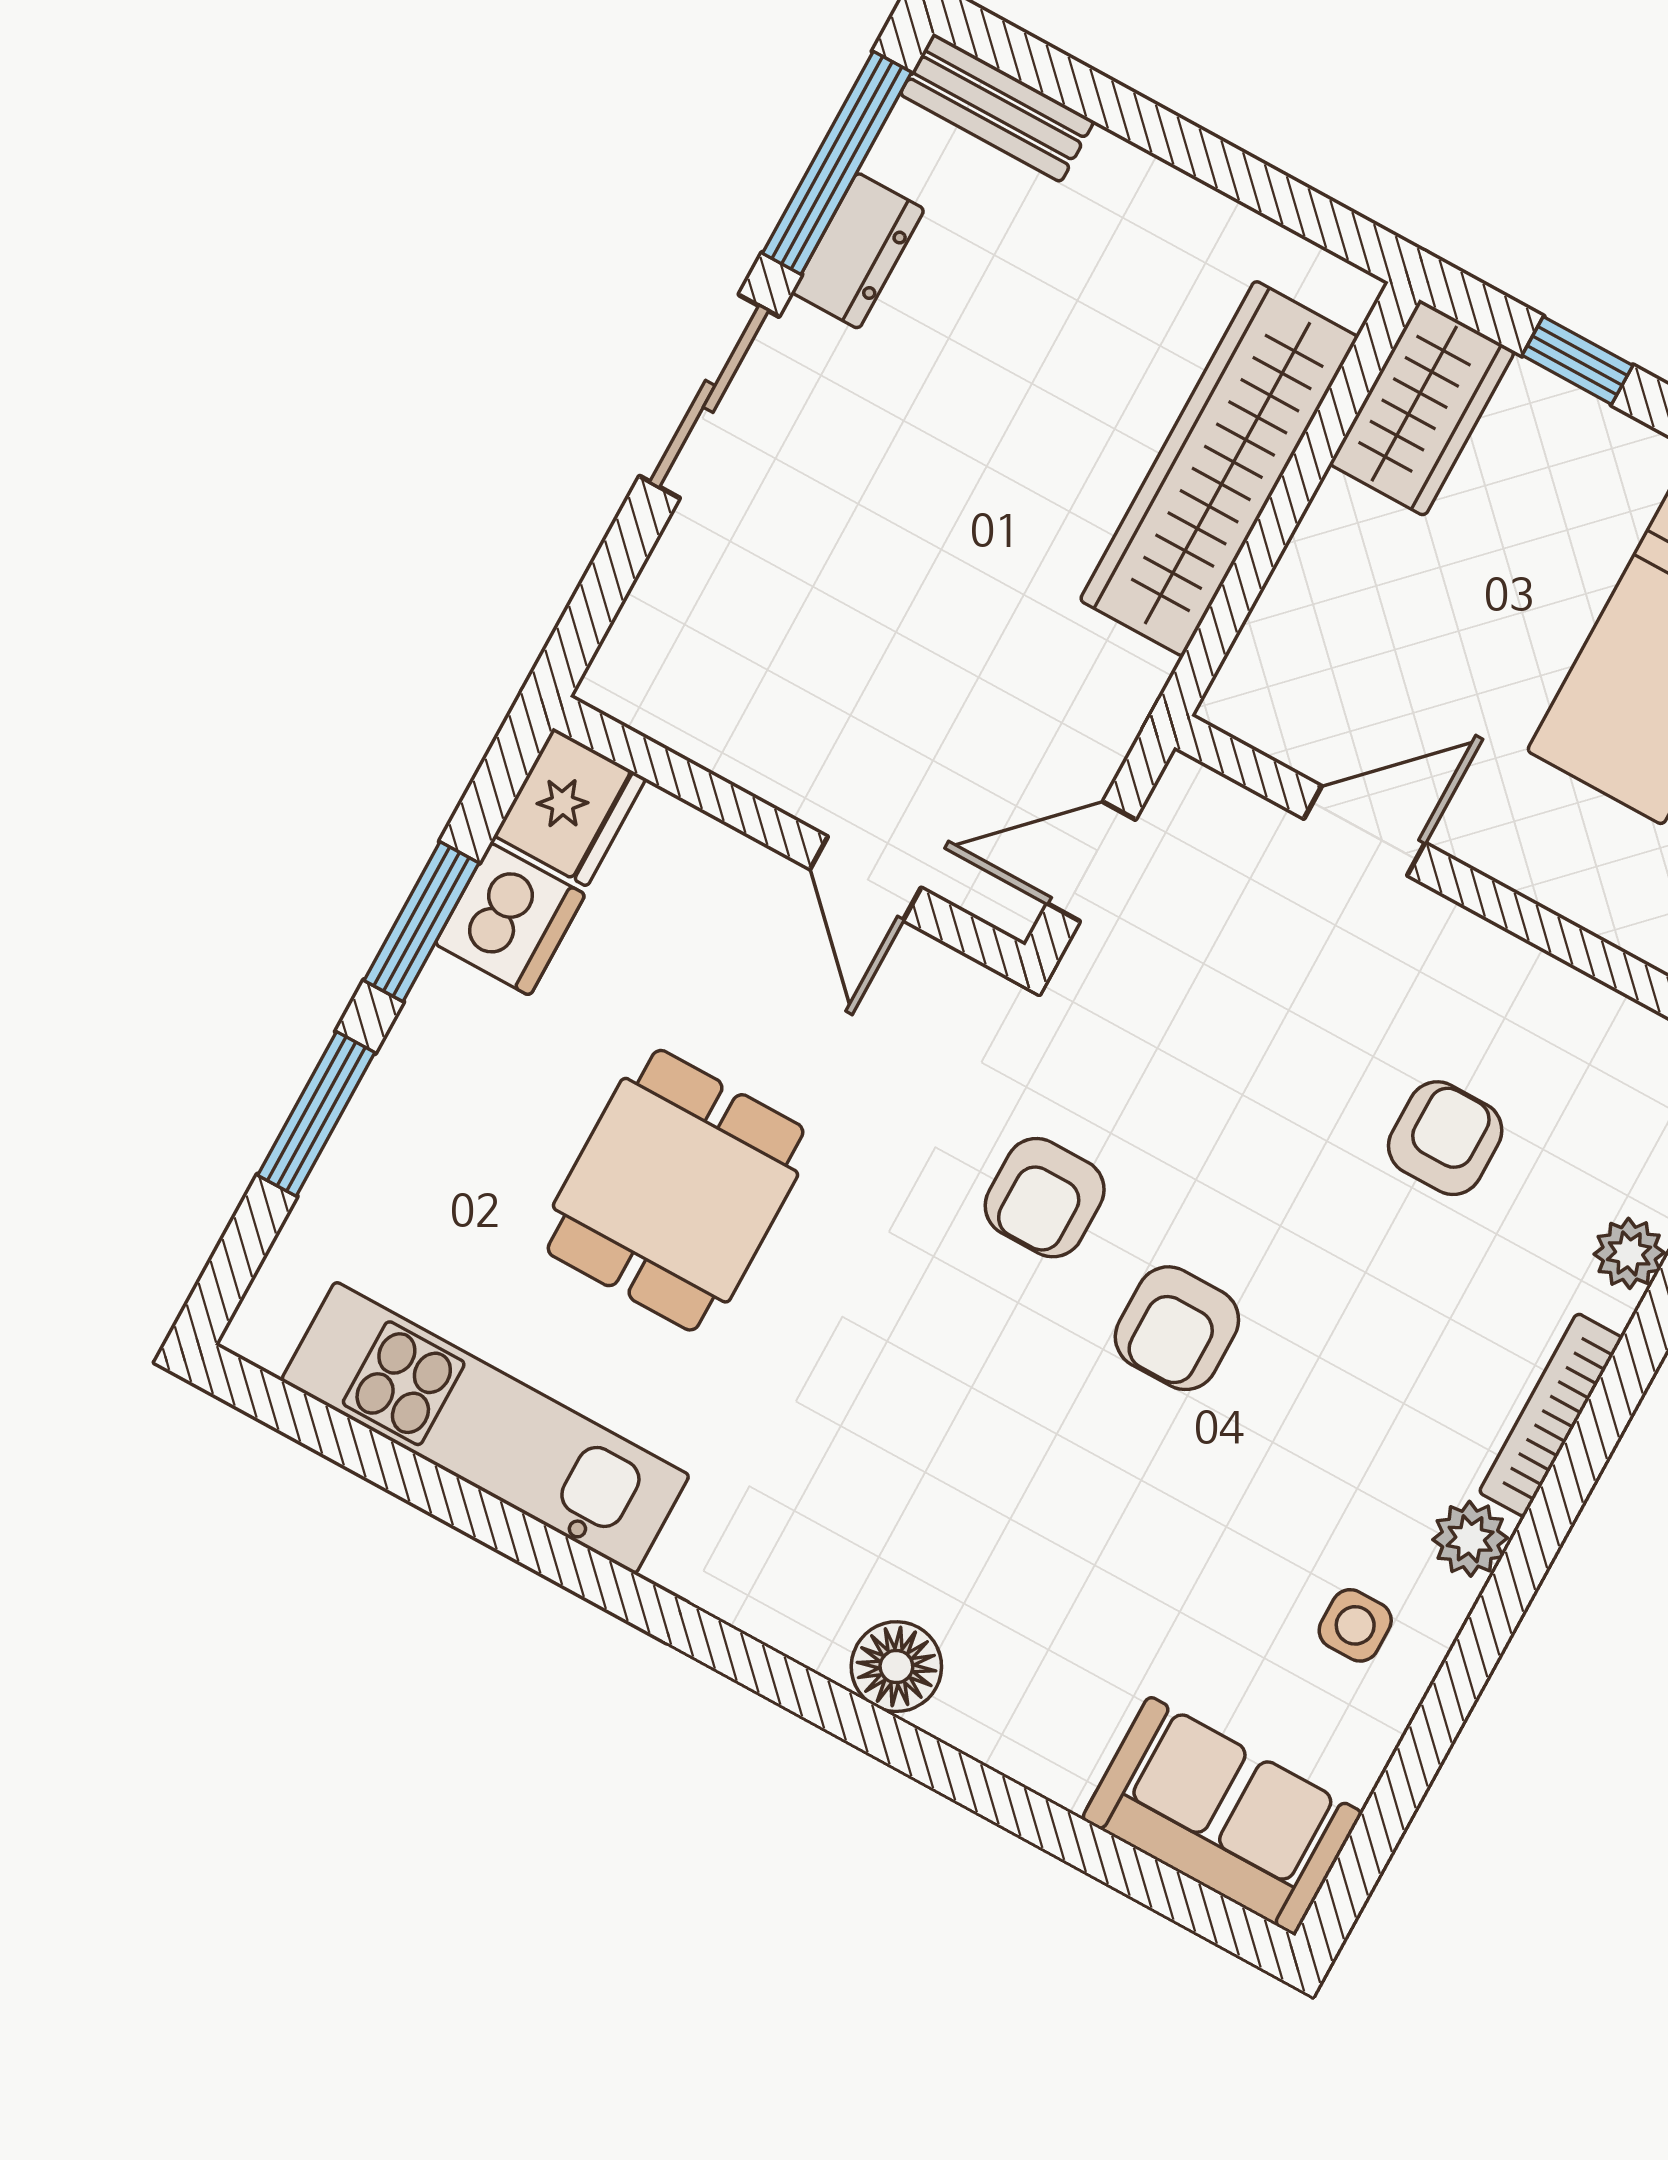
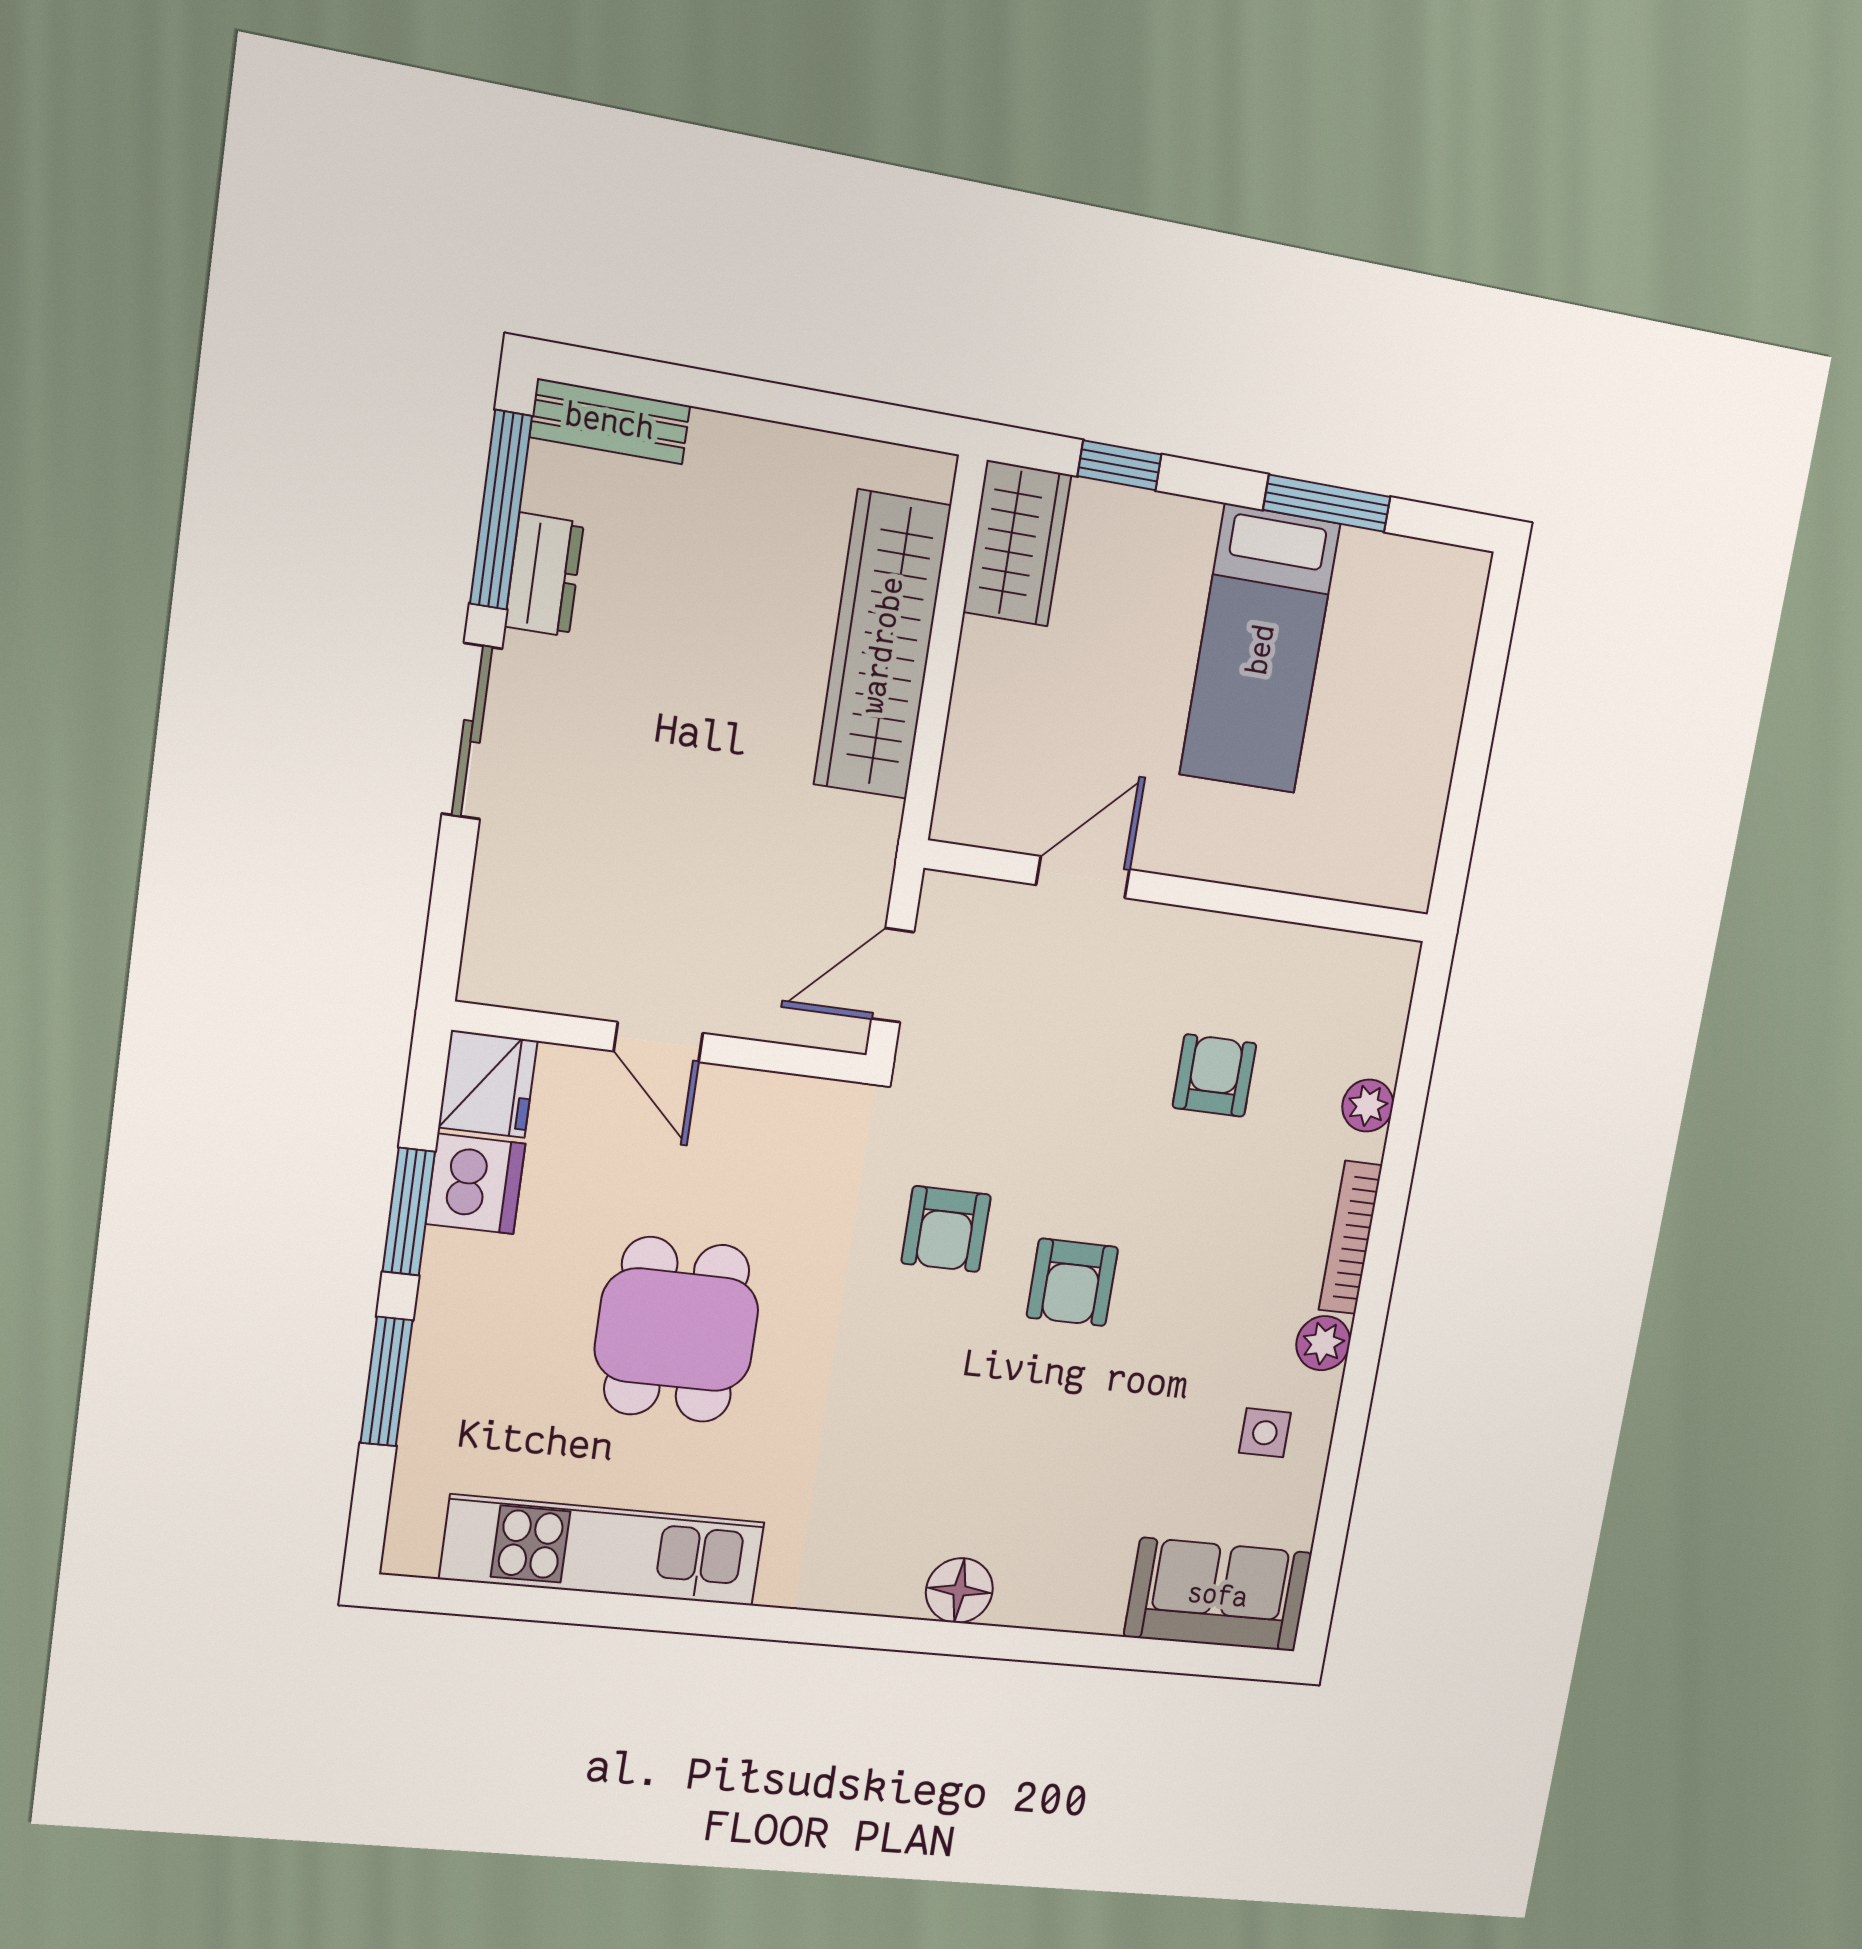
door: (865, 878) -> (658, 1042), moved

